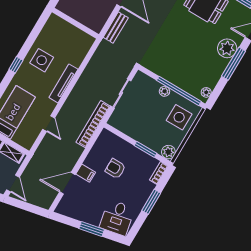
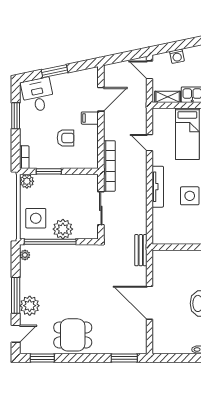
bench: (116, 27) -> (141, 250), moved
plant: (165, 91) -> (63, 229), width x1.88, depth x1.88
window: (151, 202) -> (16, 116), moved

